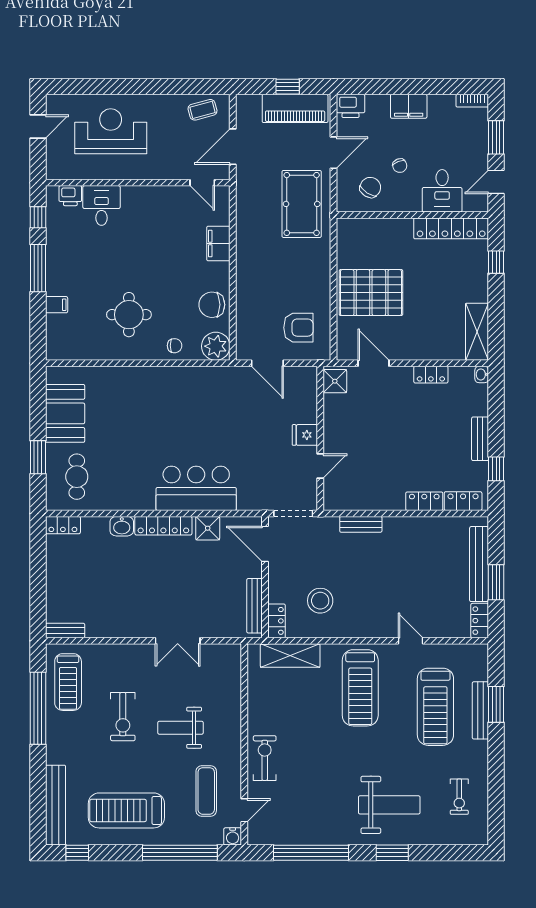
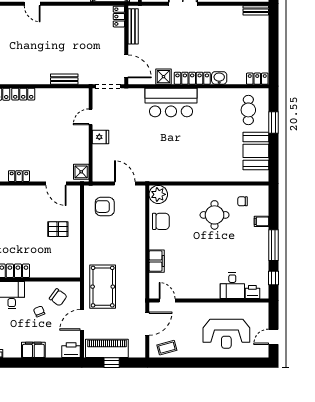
chair: (370, 187) -> (58, 297), turned -87
pallet: (371, 293) -> (58, 229), width x0.49, depth x0.50
chair: (175, 346) -> (243, 201), moved
stool: (320, 601) -> (91, 30), removed

